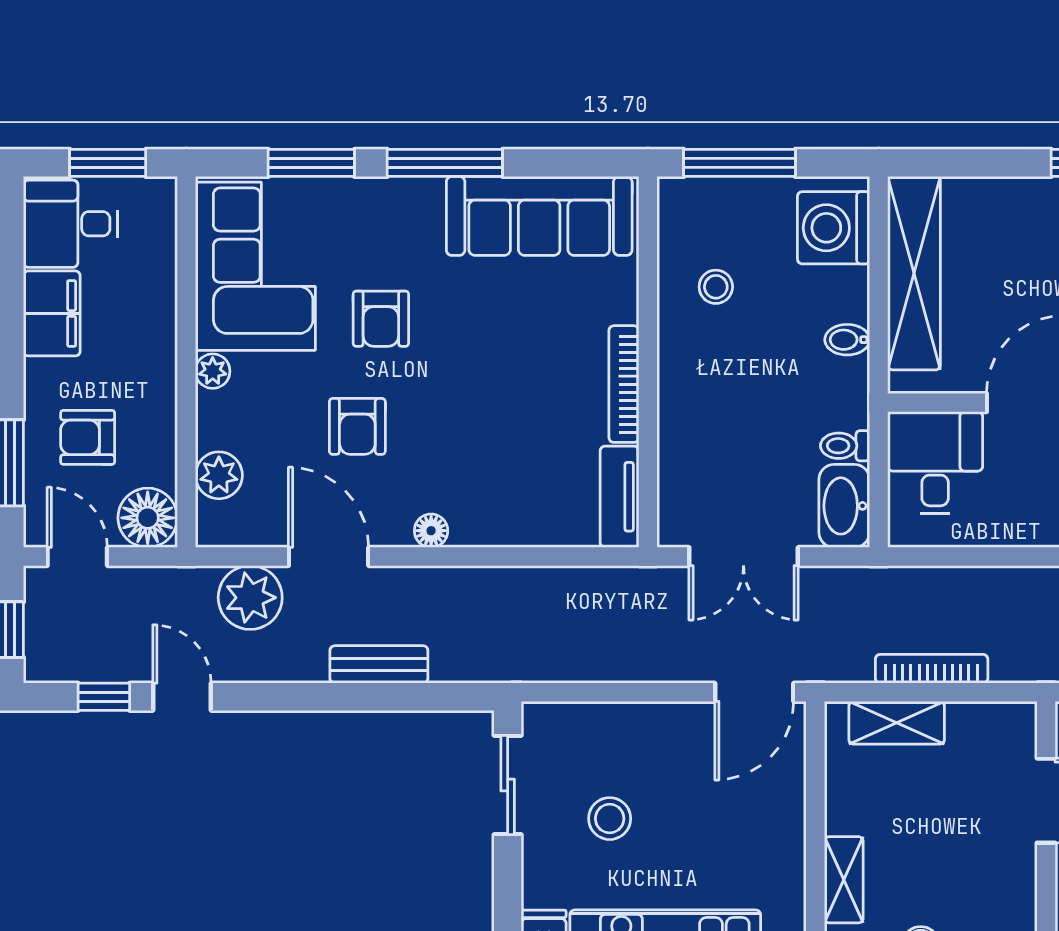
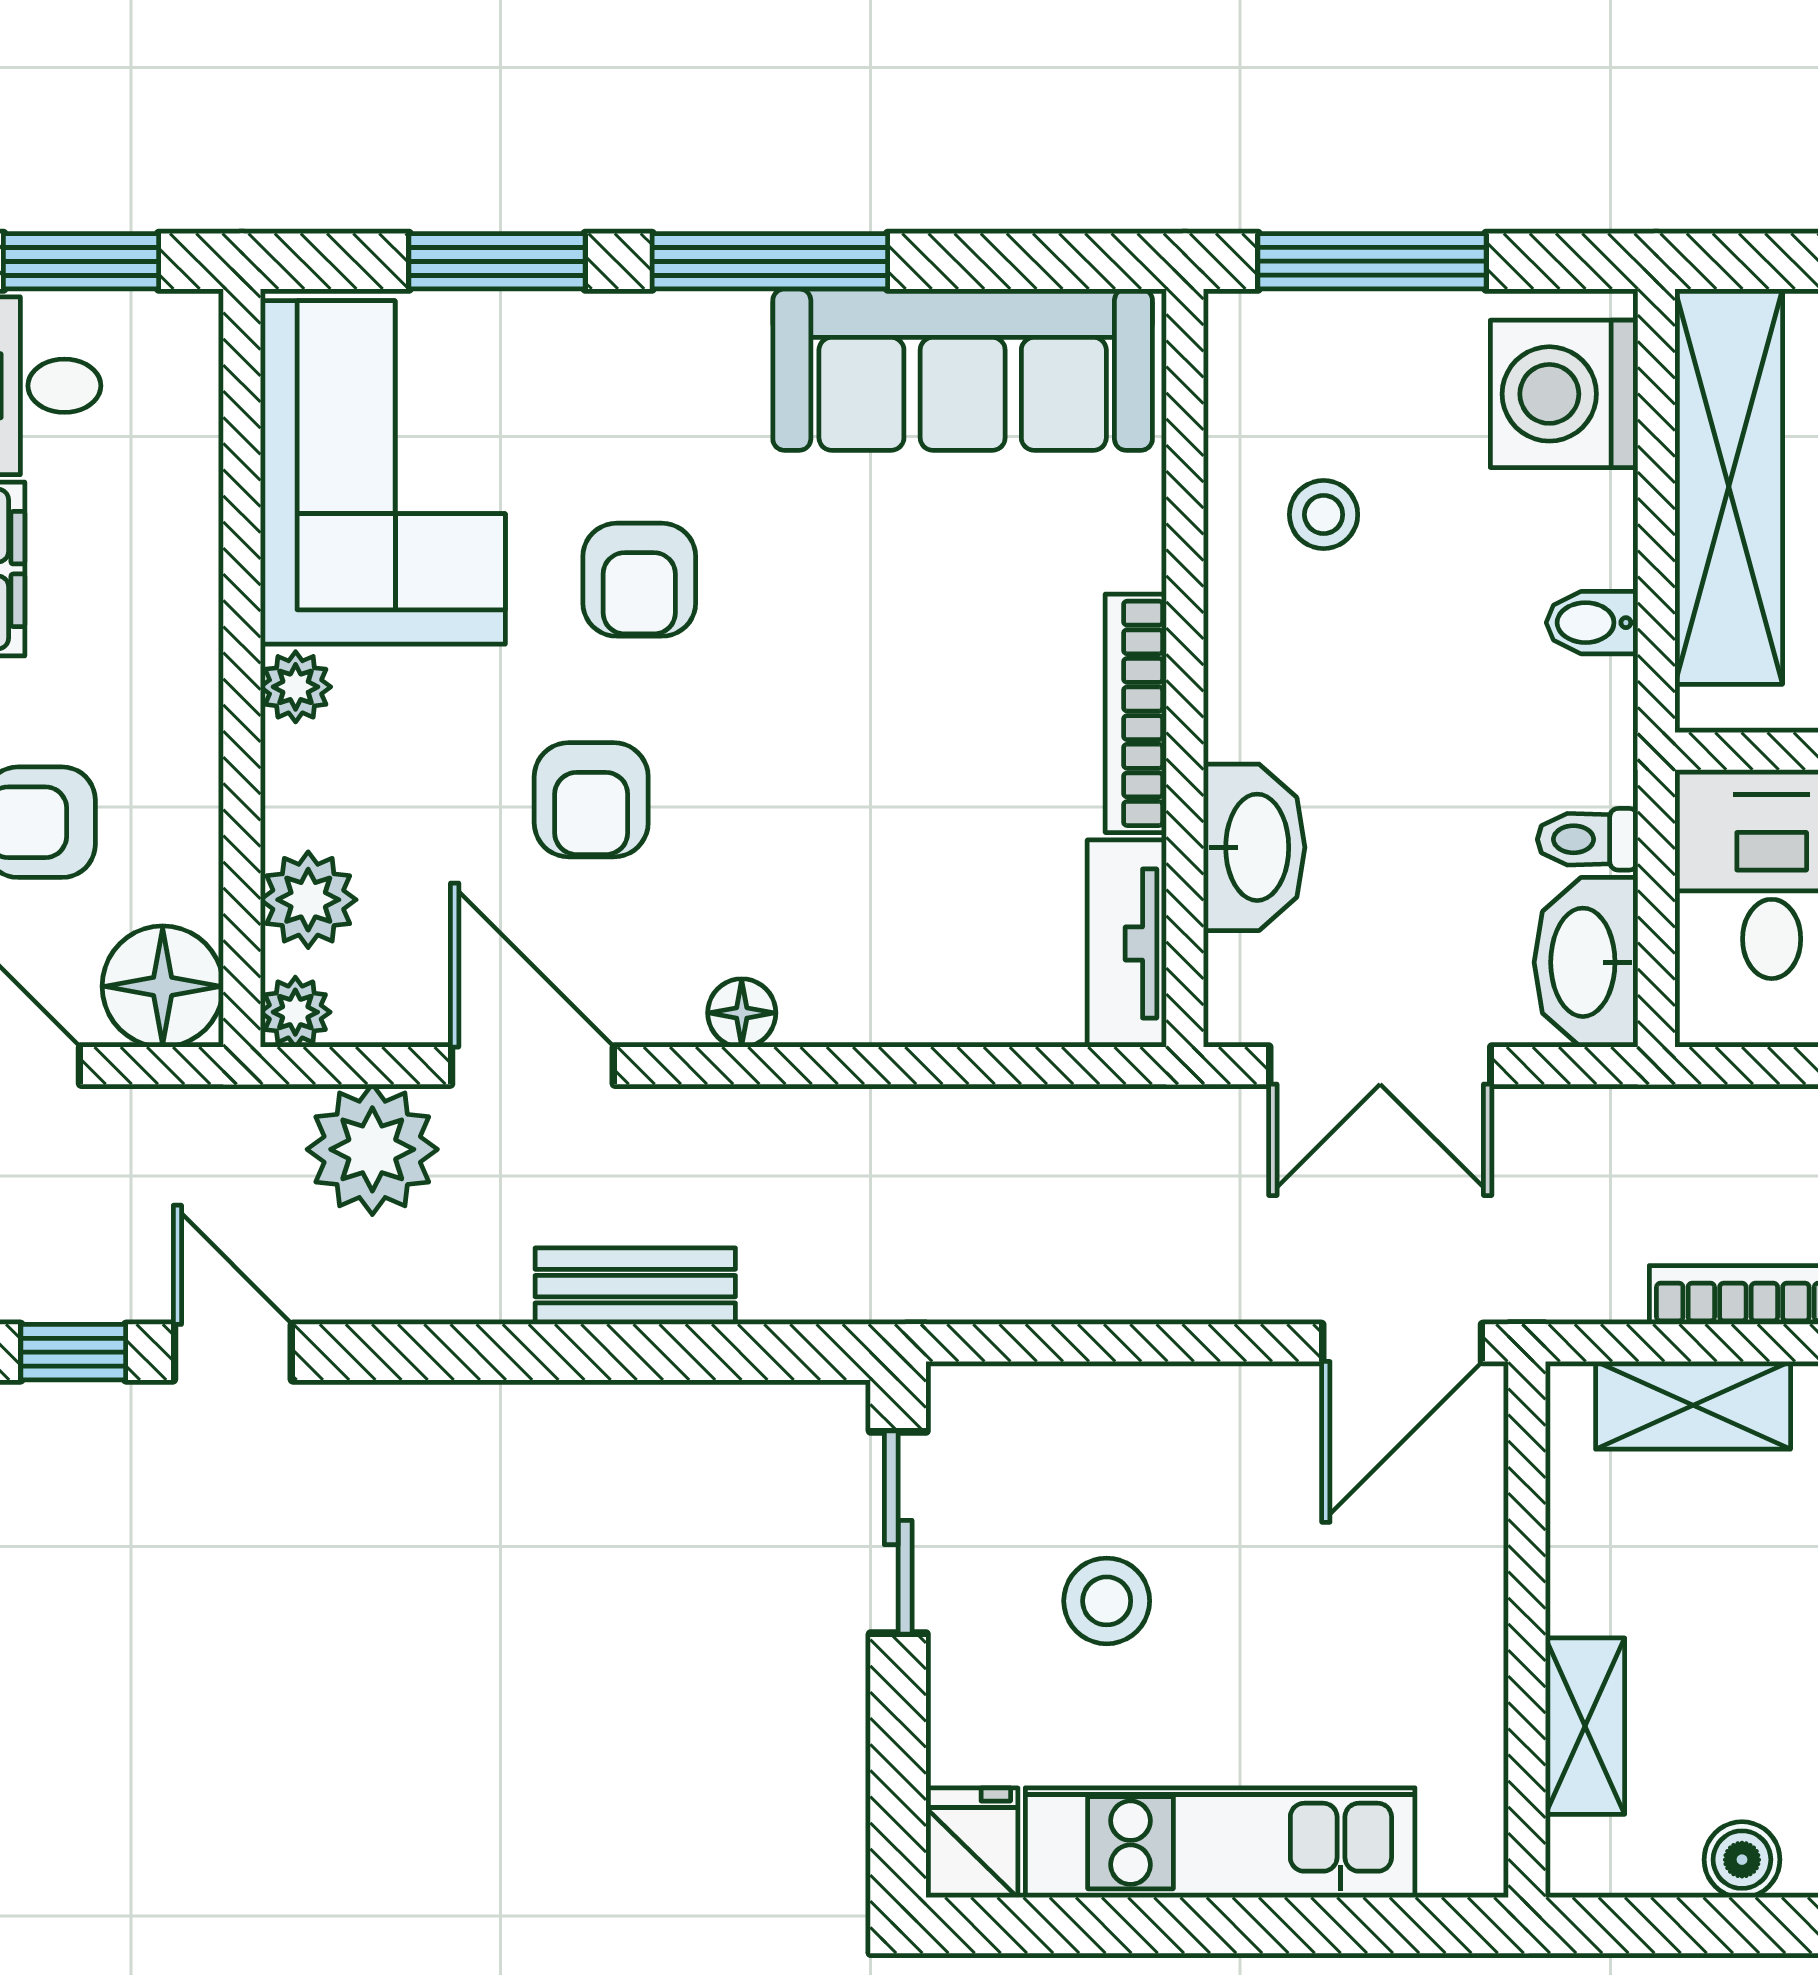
washbasin: (682, 450) -> (1254, 847), added
plant: (213, 530) -> (295, 1012), added

